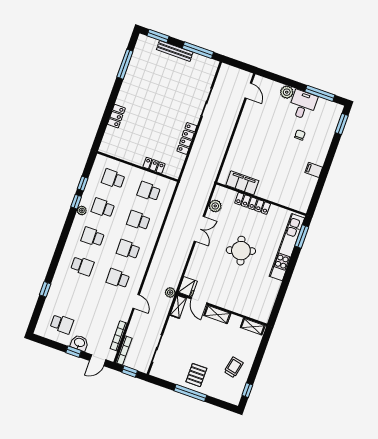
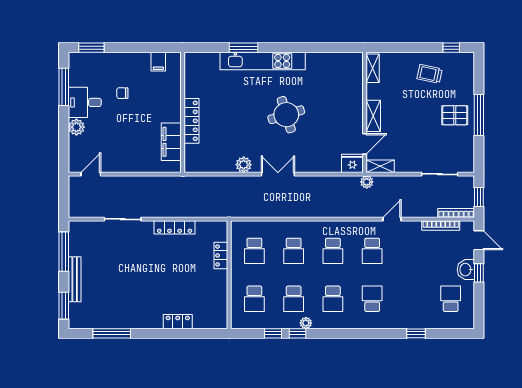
filing cabinet: (242, 183) -> (171, 142), moved
wall: (261, 199) -> (183, 112), moved
locker: (253, 203) -> (192, 121), moved

